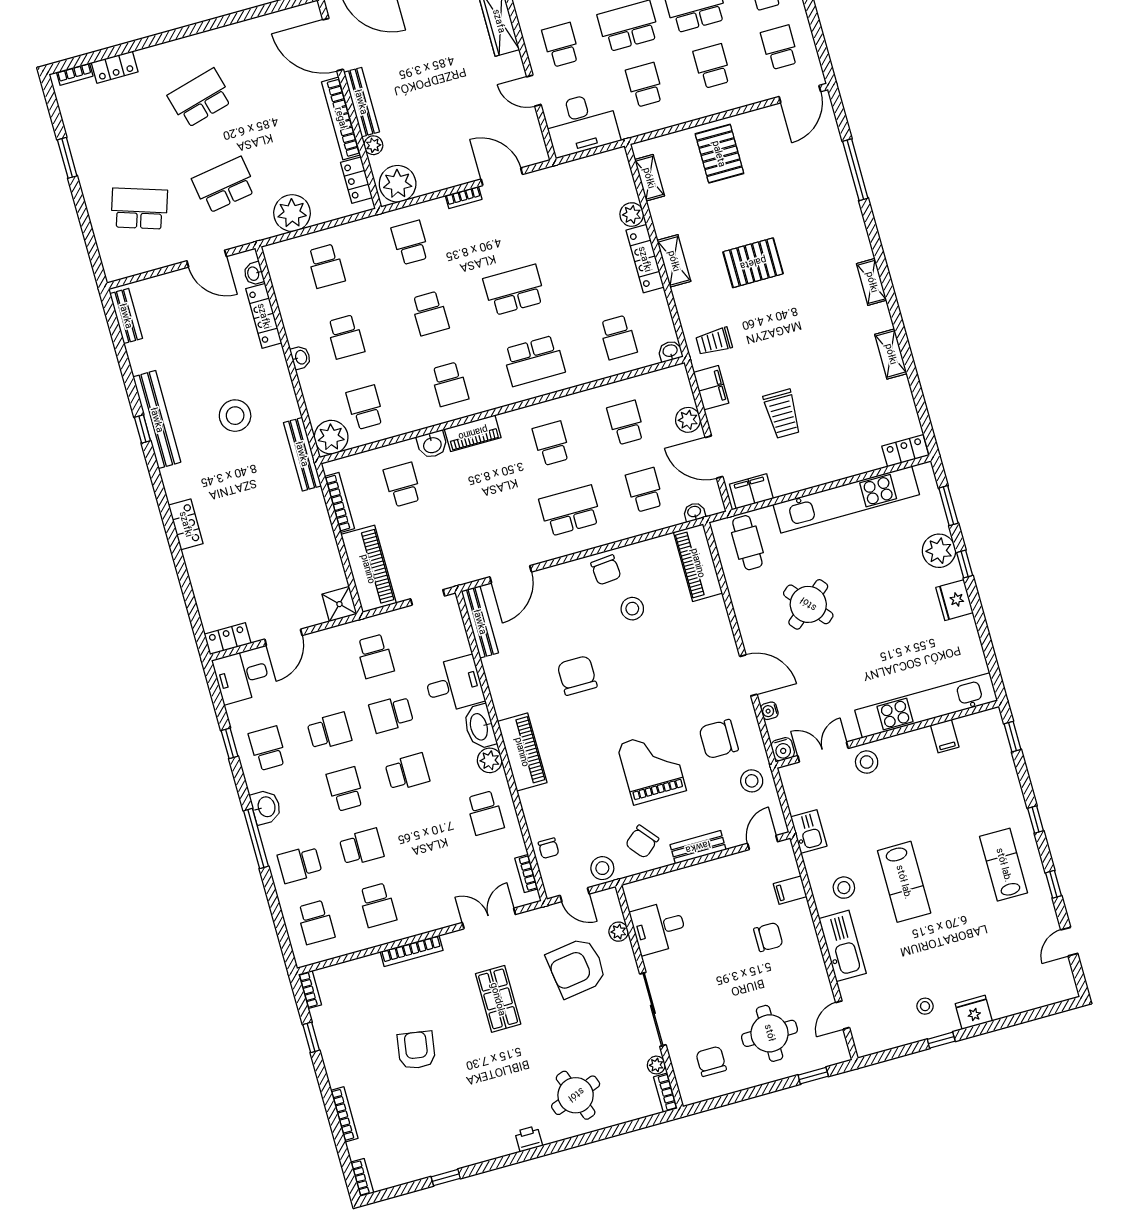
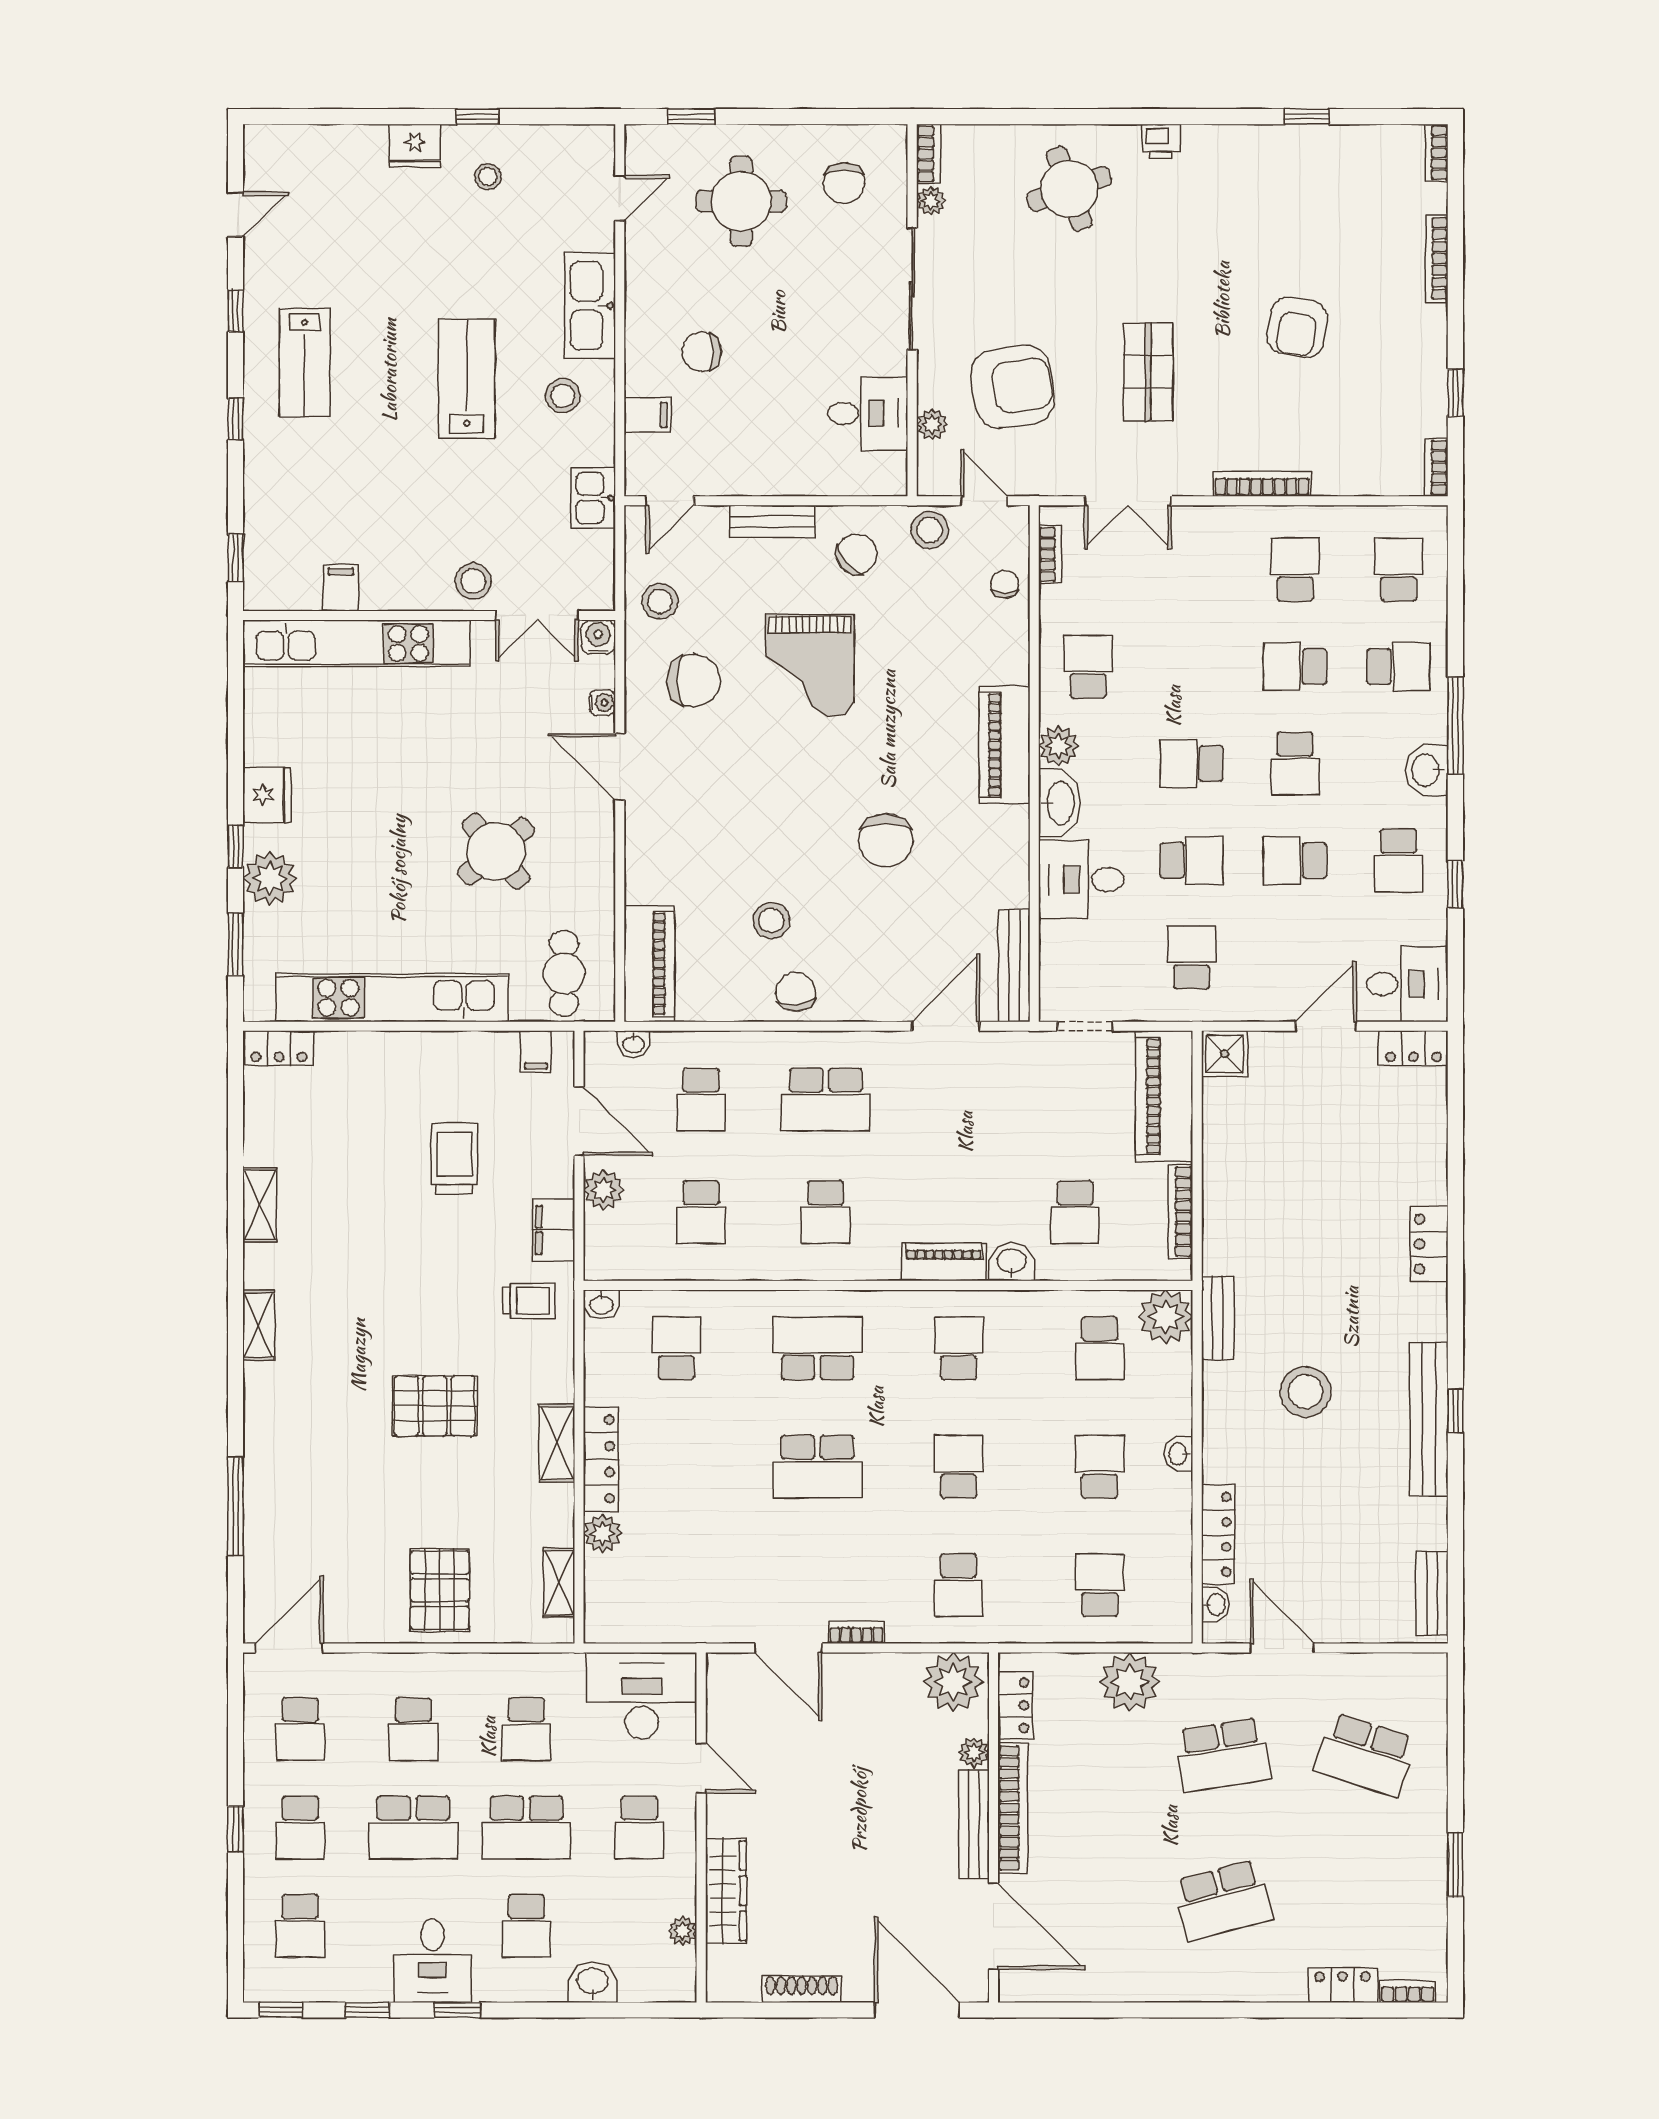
bench: (302, 454) -> (1218, 1318), width x0.73
filing cabinet: (751, 491) -> (536, 1052), width x0.50

